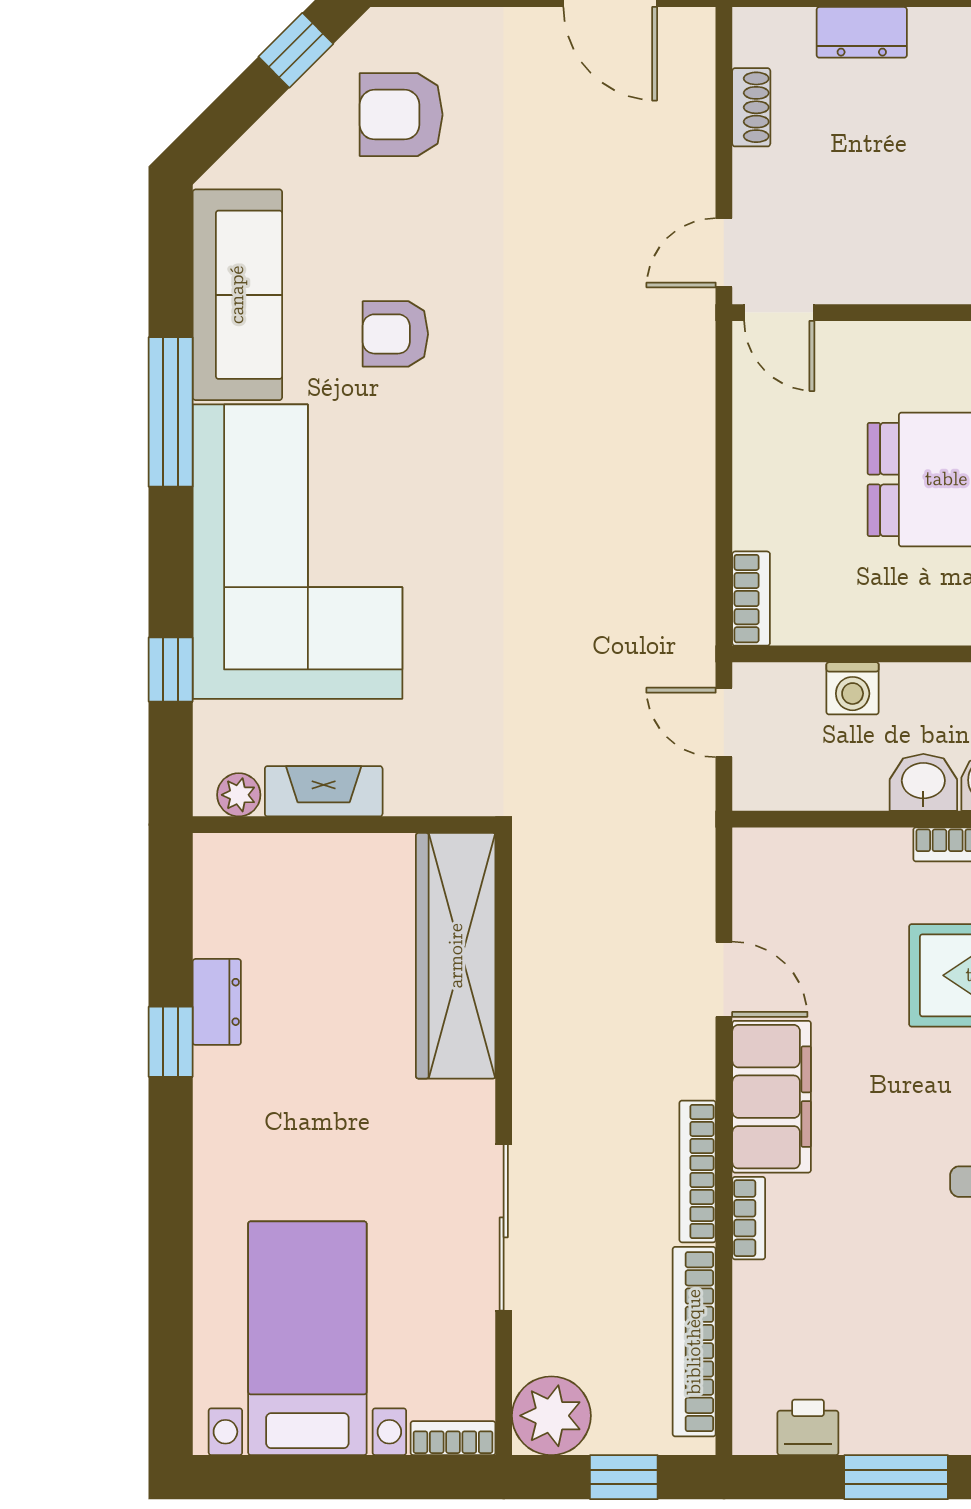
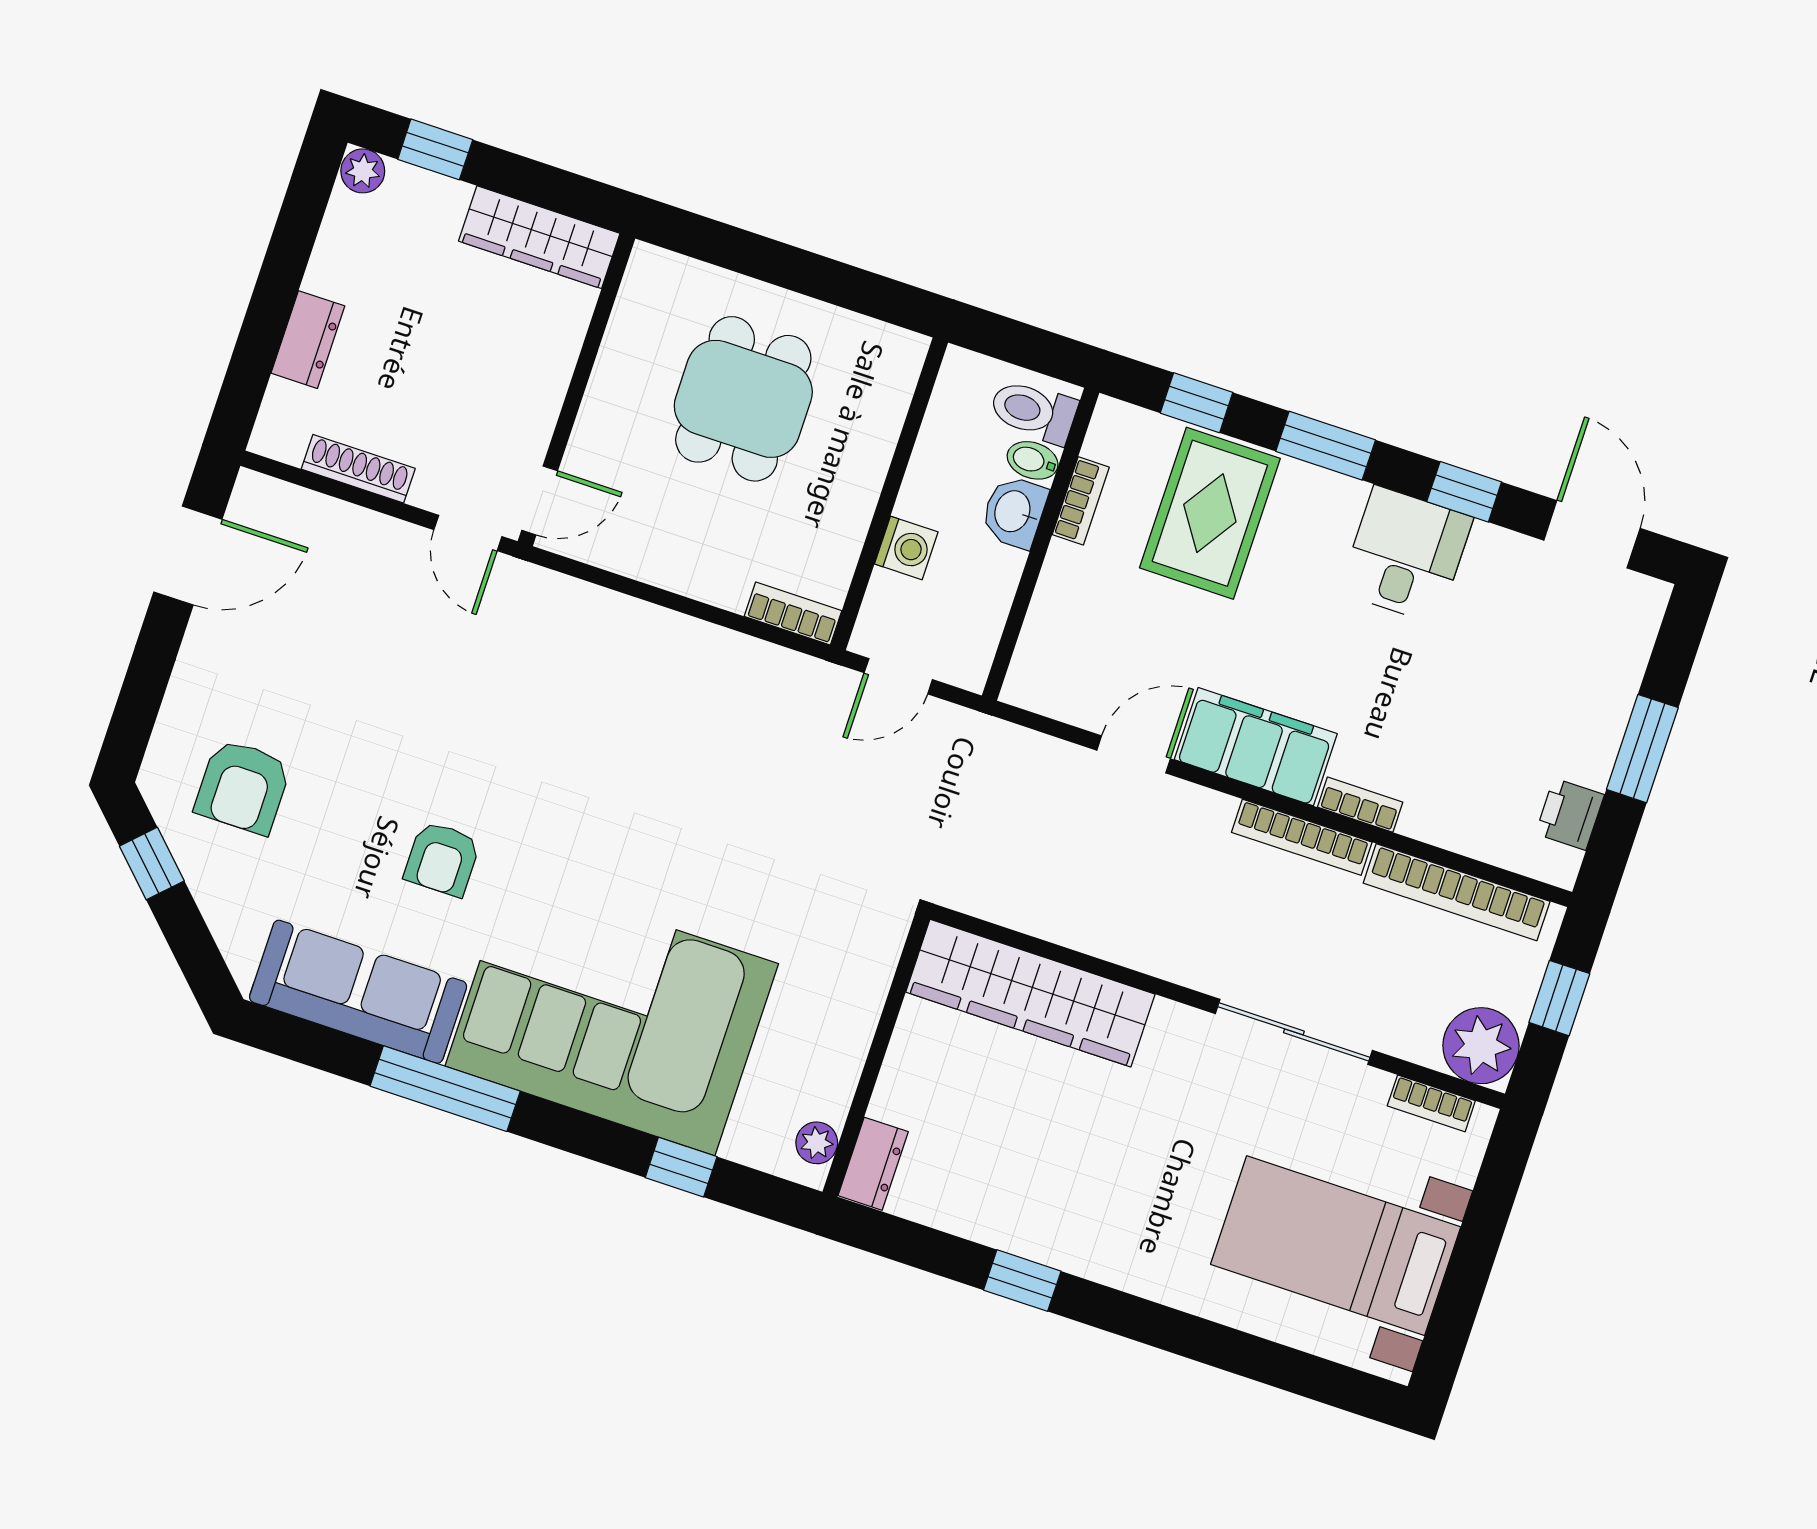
shoe rack: (751, 107) -> (358, 469), width x1.43
fireplace: (324, 791) -> (839, 1064), removed
dresser: (217, 1002) -> (873, 1164), moved, turned 90
bookcase: (453, 1438) -> (1431, 1103), moved, turned -90

